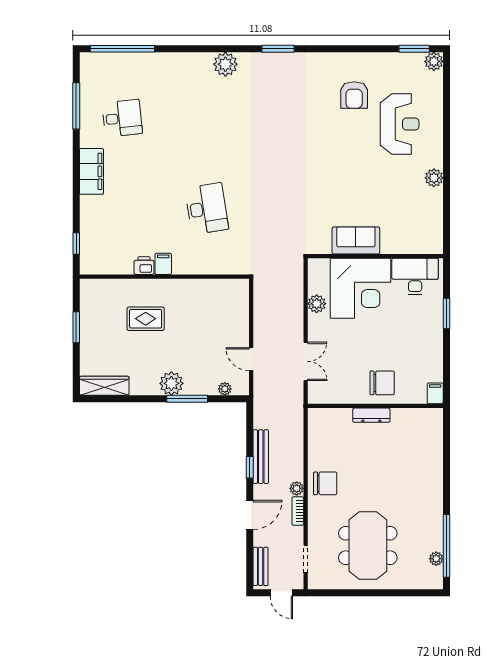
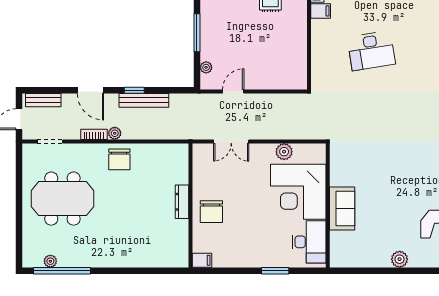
sofa: (356, 240) -> (342, 208), moved
plant: (171, 383) -> (211, 18), removed

